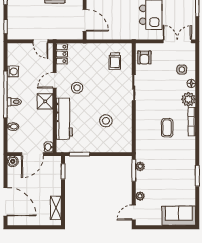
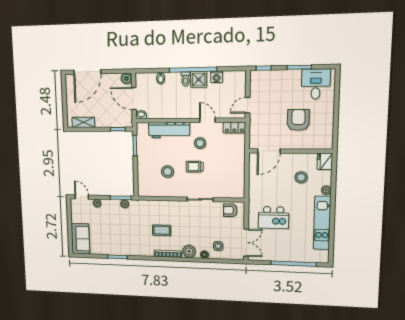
trolley: (115, 61) -> (195, 167), moved
shower: (45, 101) -> (199, 79), moved

